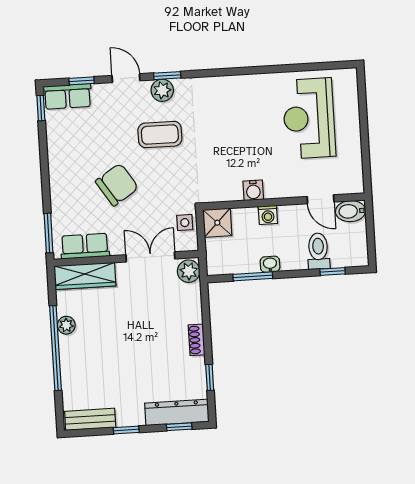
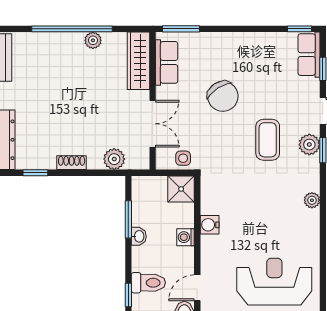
plant: (221, 84) -> (312, 200), added
plant: (189, 271) -> (114, 159), moved

